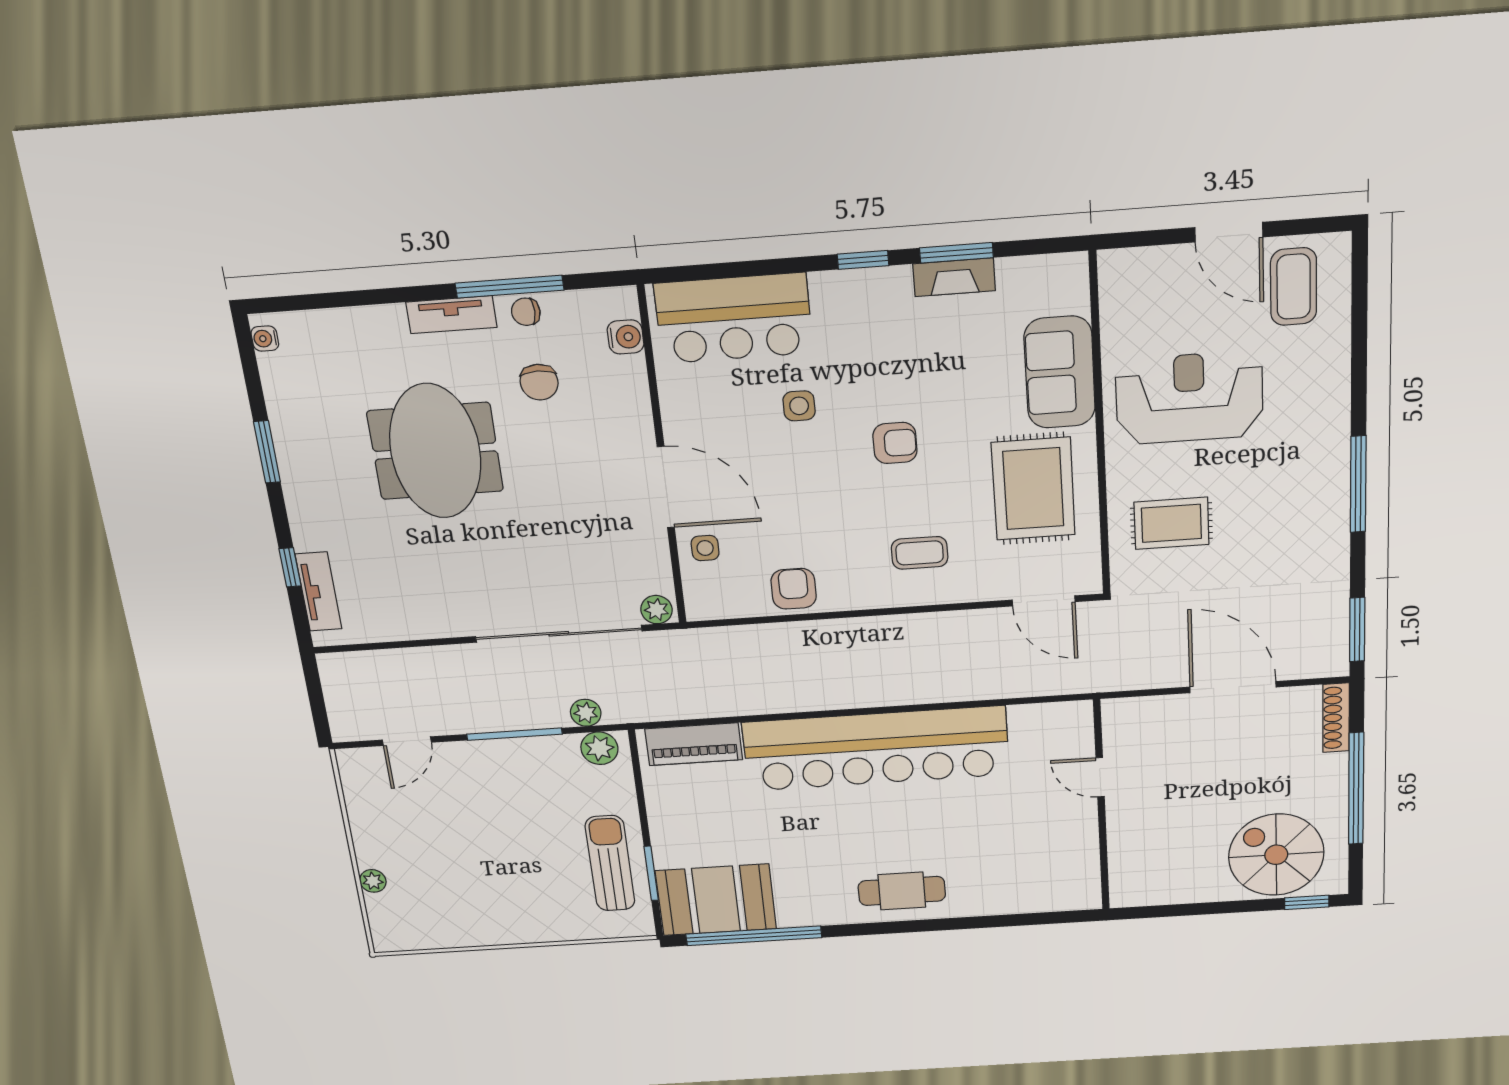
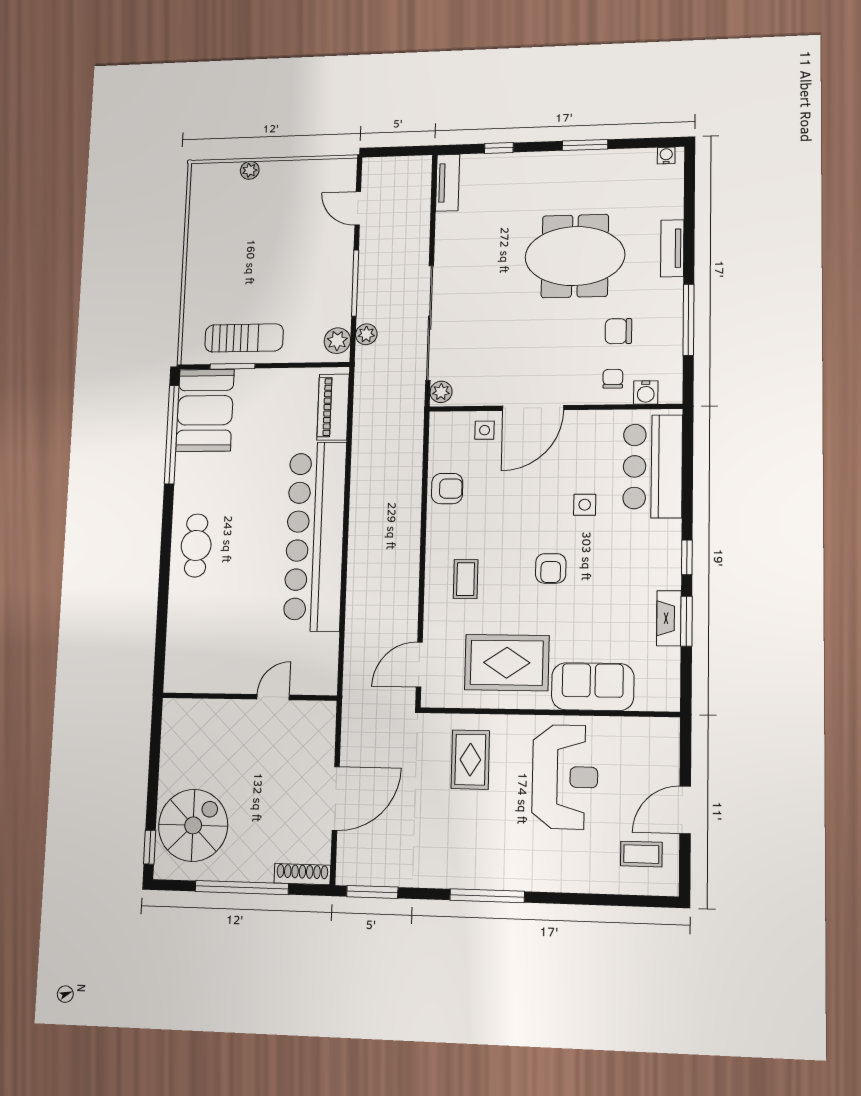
coffee table: (1294, 287) -> (641, 854), width x0.73, depth x0.77
chair: (526, 312) -> (613, 379), moved
tv unit: (451, 315) -> (672, 248), moved
tv unit: (318, 592) -> (448, 183), moved, turned -90

